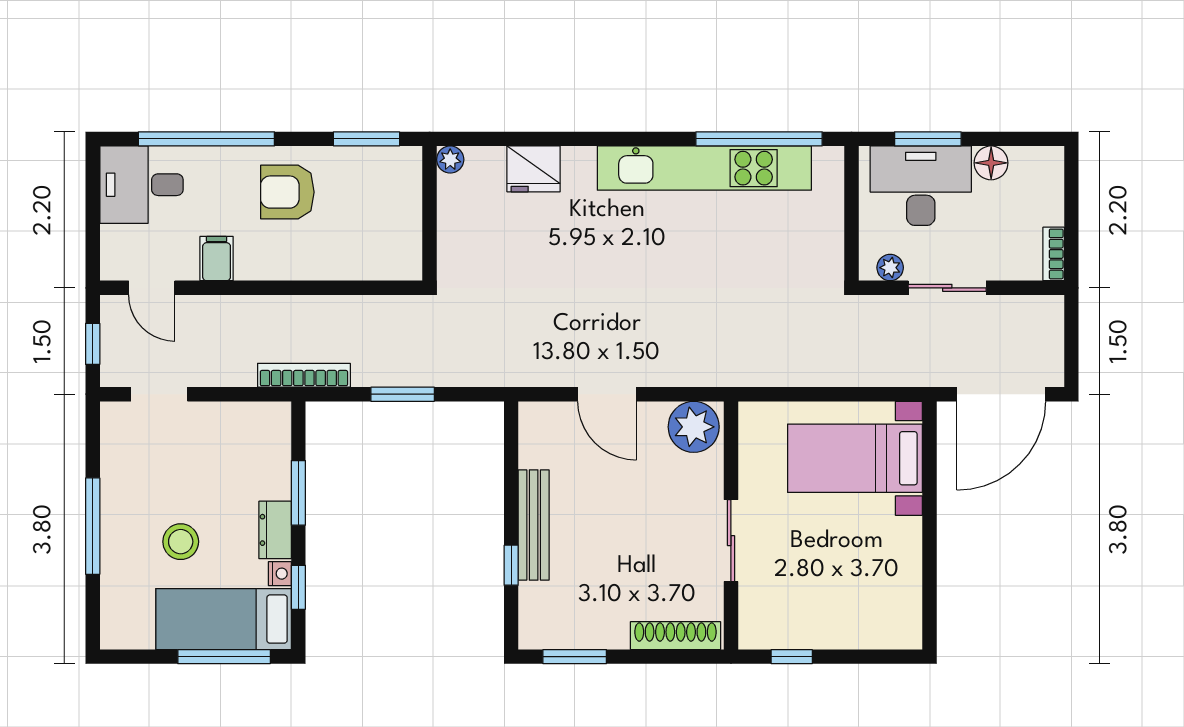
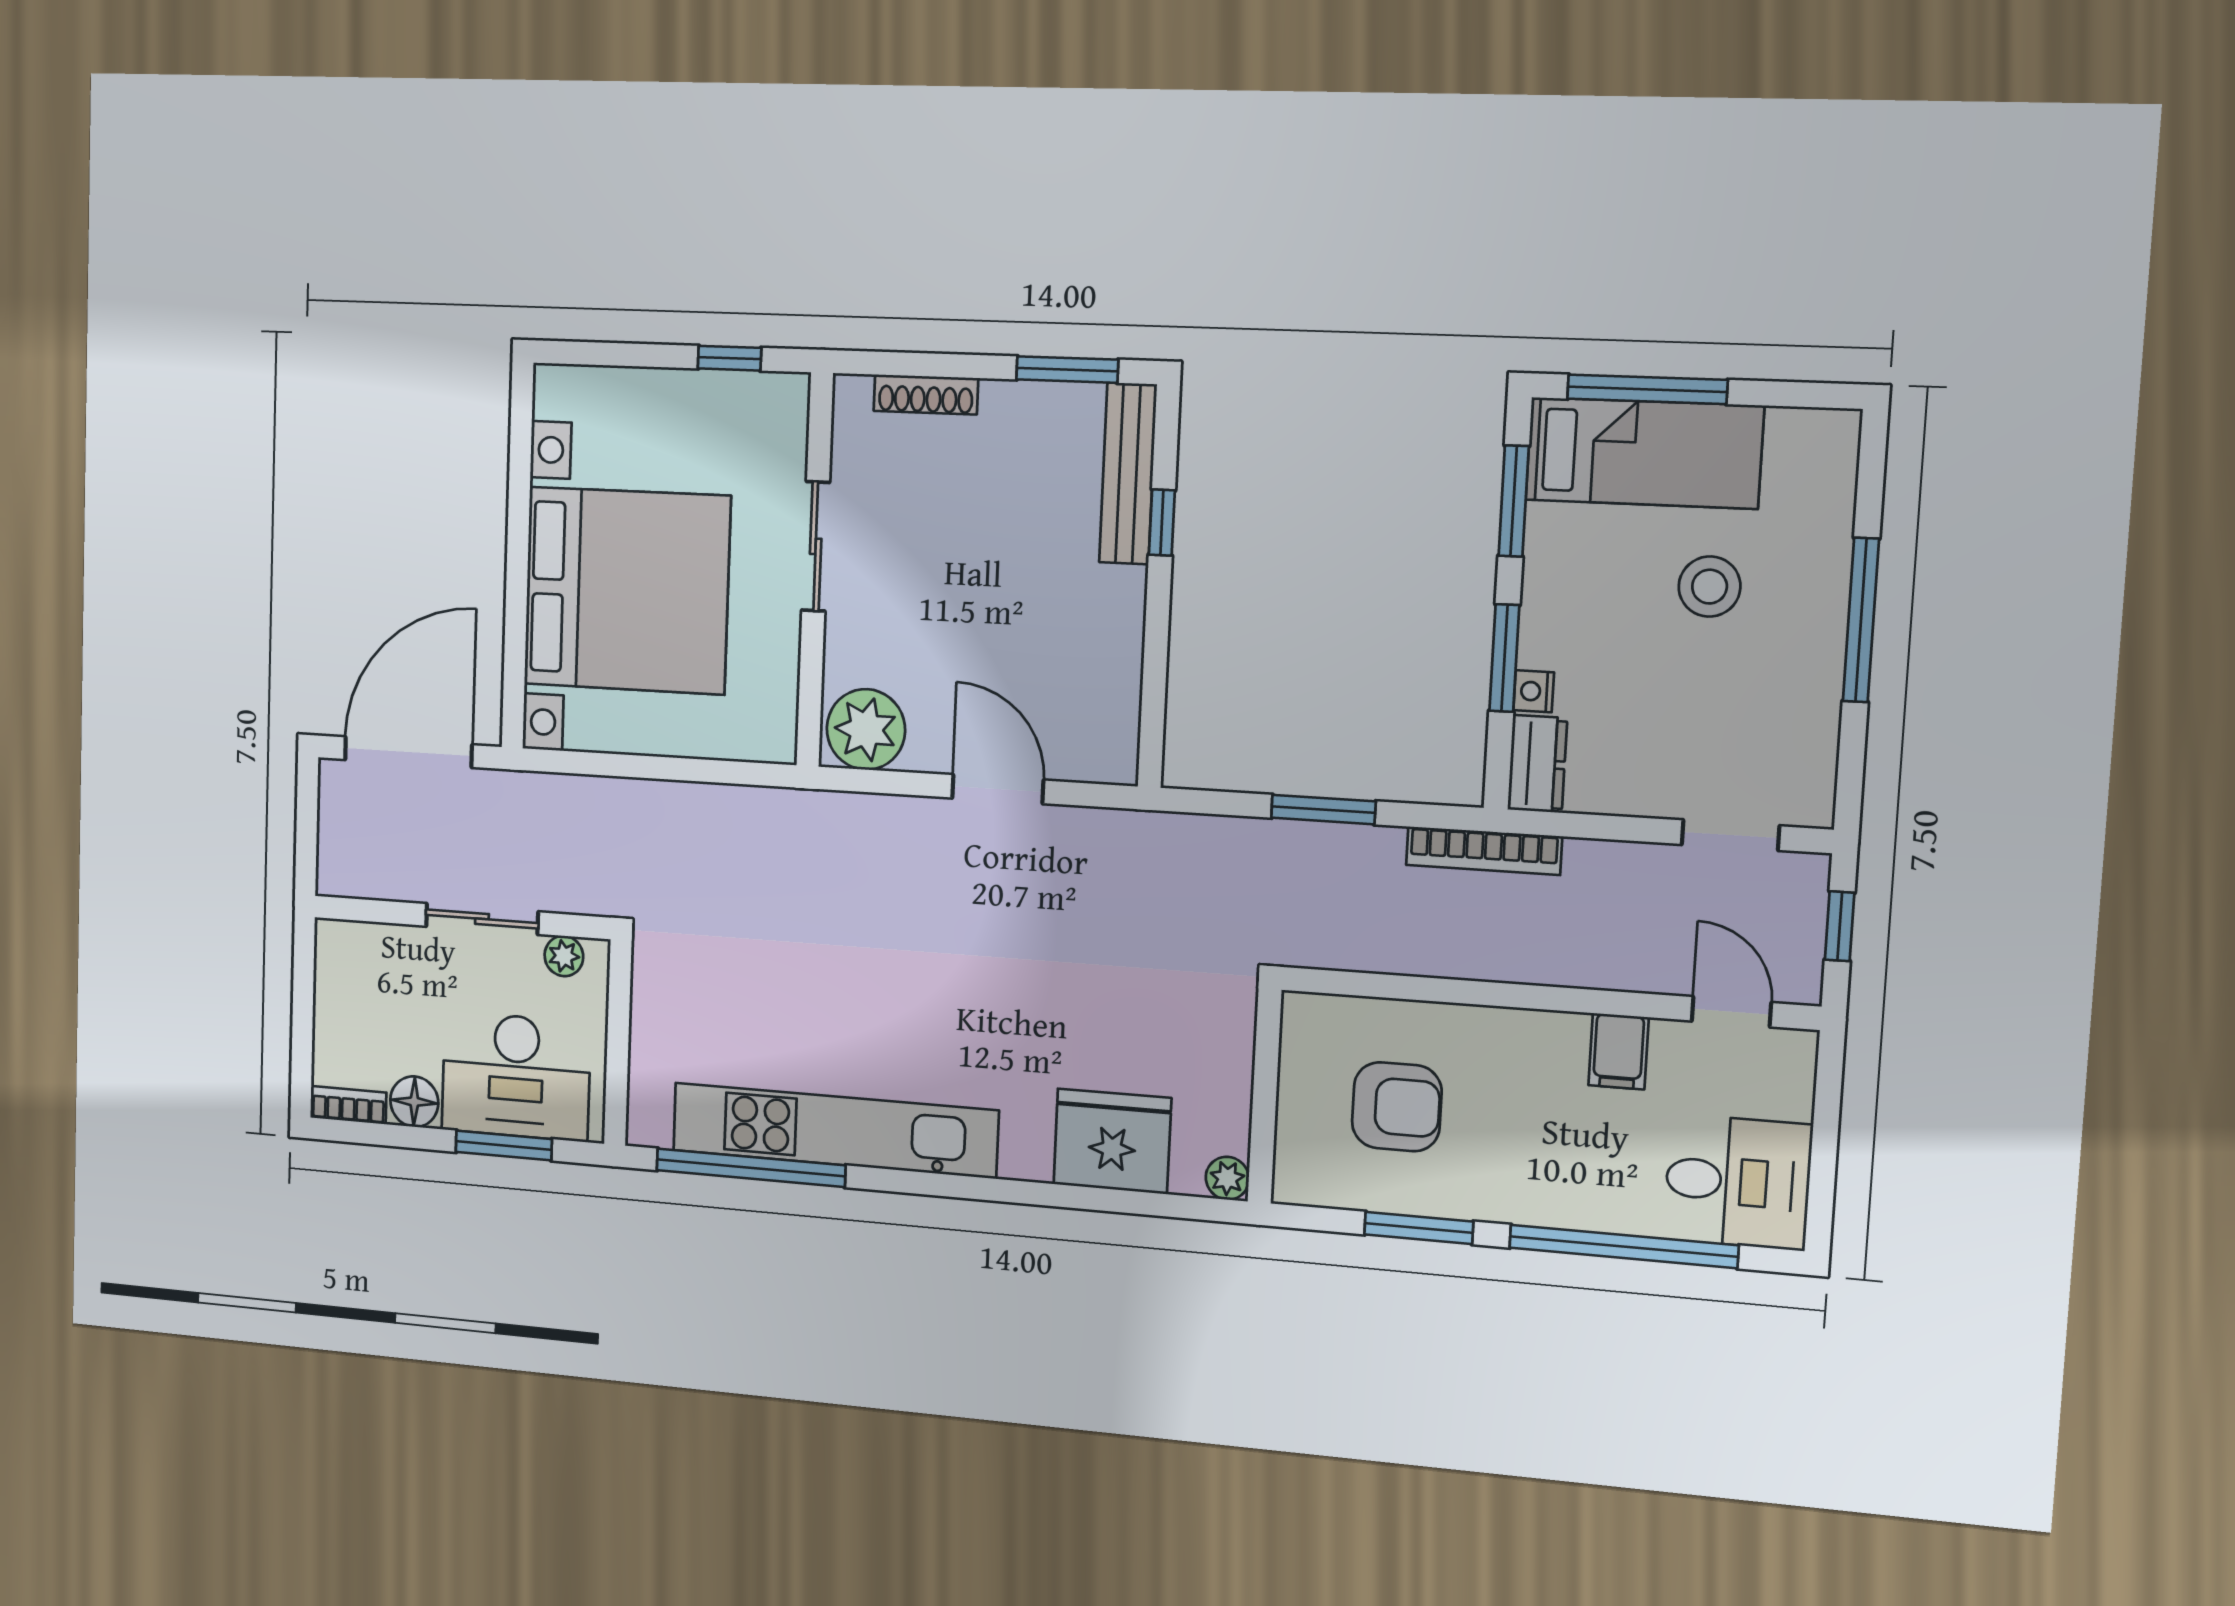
window: (366, 139) -> (1419, 1228), moved
fridge: (534, 169) -> (1112, 1141), width x1.36, depth x1.34
armchair: (287, 192) -> (1397, 1107), moved
bookcase: (1054, 254) -> (348, 1105), moved, turned -90
bed with nightstands: (855, 458) -> (627, 591), width x1.85
bench: (534, 525) -> (1128, 474), moved
dresser: (275, 530) -> (1537, 764), moved
nightstand: (280, 574) -> (1534, 691), moved
window: (298, 587) -> (1514, 501), width x1.50
shoe rack: (675, 636) -> (926, 395), width x0.74, depth x0.81

